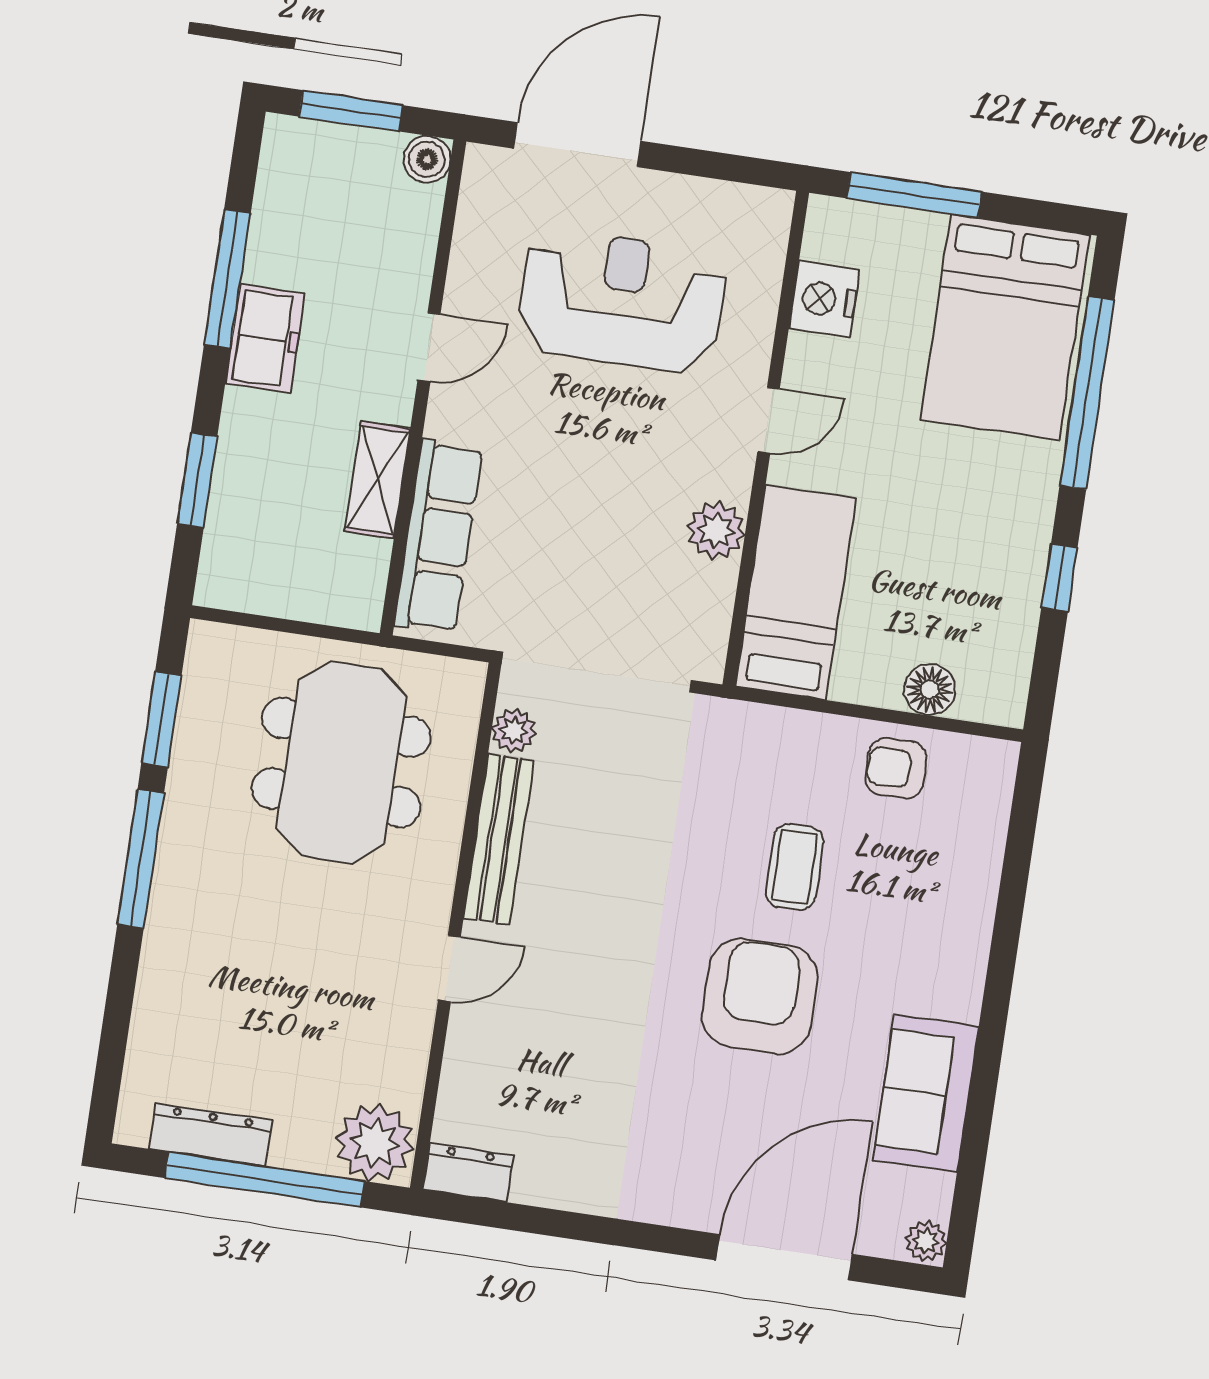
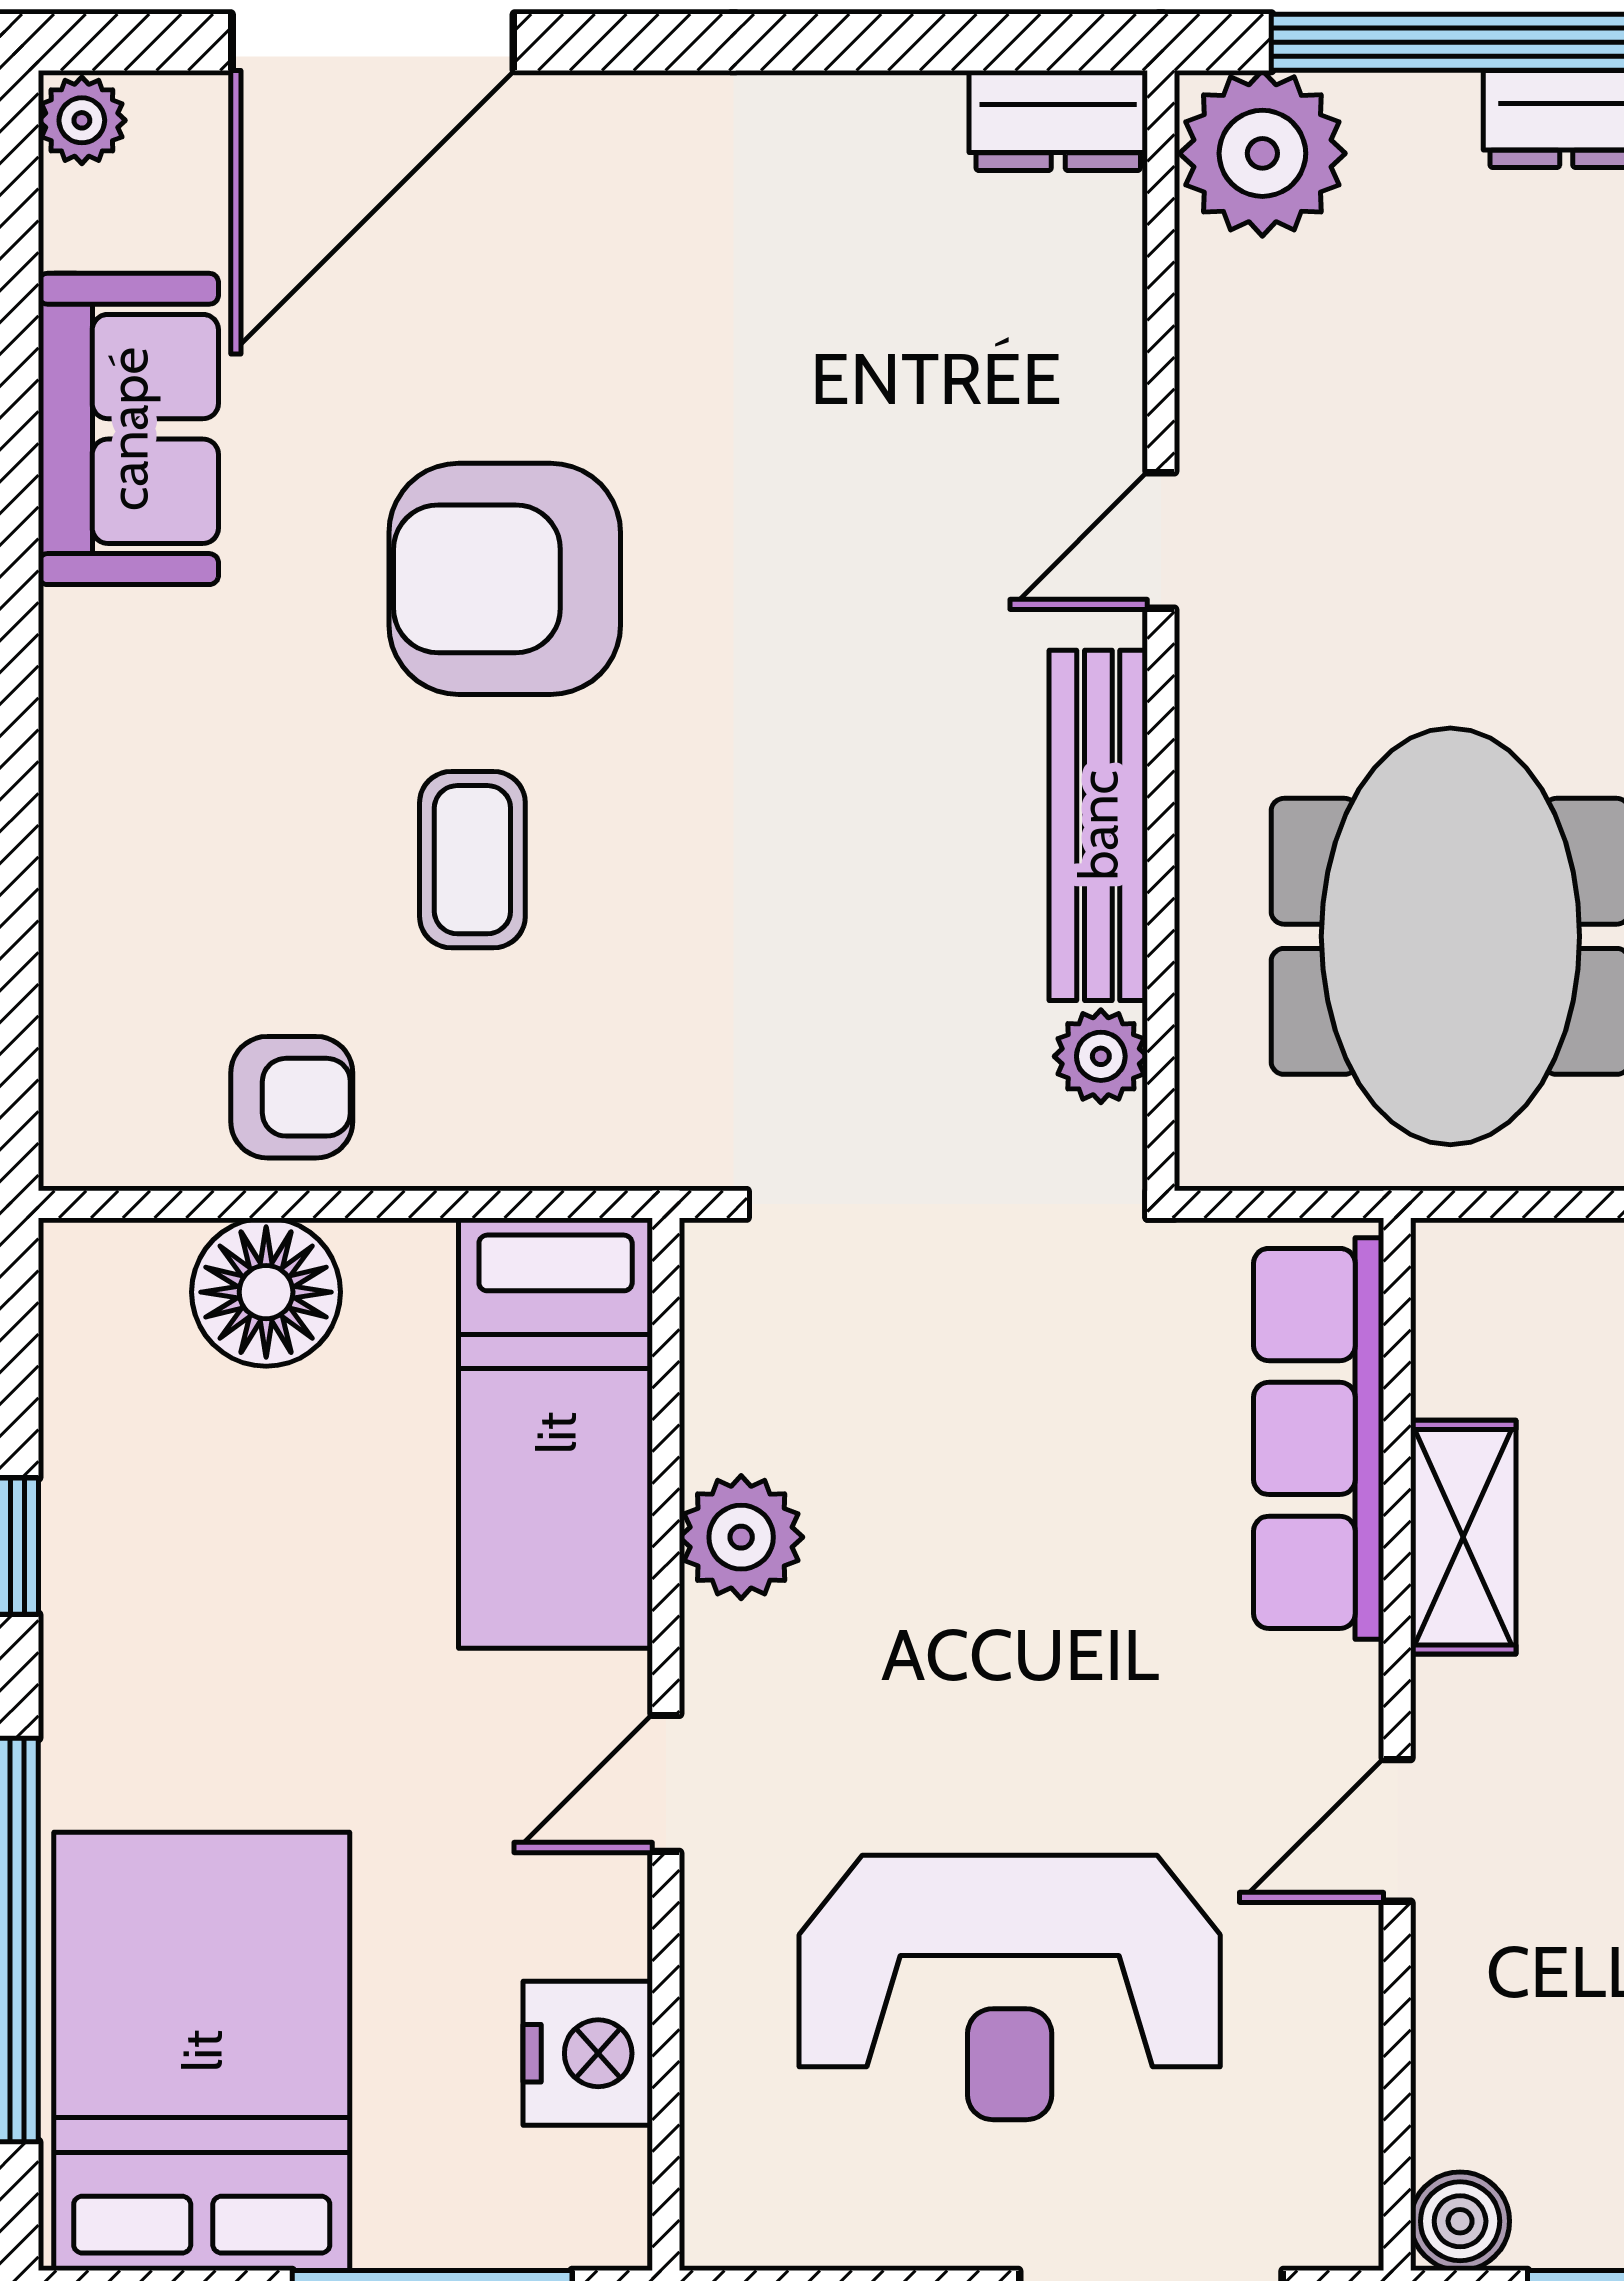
floor lamp: (930, 690) -> (266, 1292), width x1.38, depth x1.38
armchair: (760, 996) -> (505, 579), turned 90

